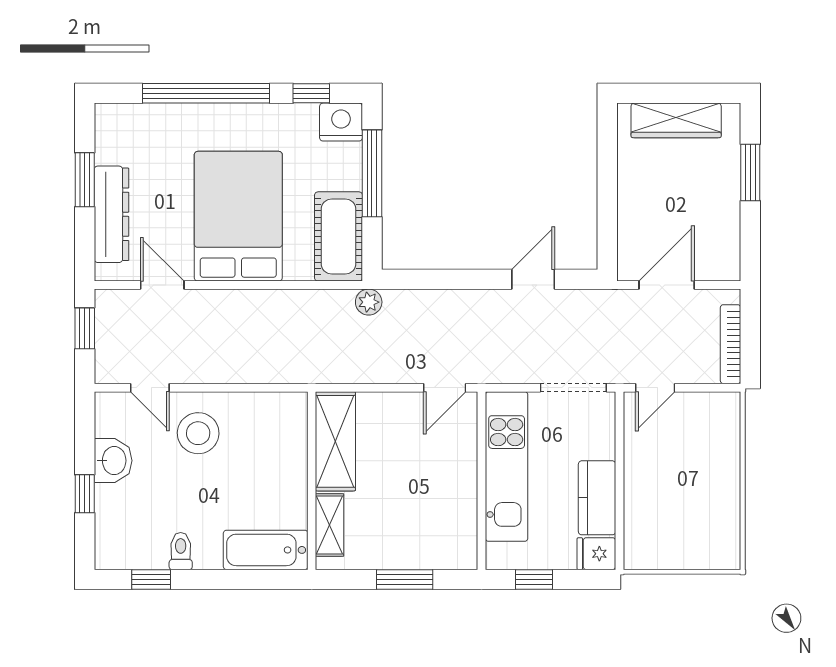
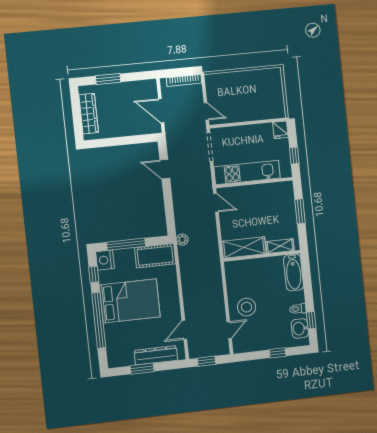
bed: (238, 216) -> (130, 301), moved, turned 180
washbasin: (113, 461) -> (300, 328), moved, turned -90
kitchen counter: (597, 498) -> (256, 132), removed

